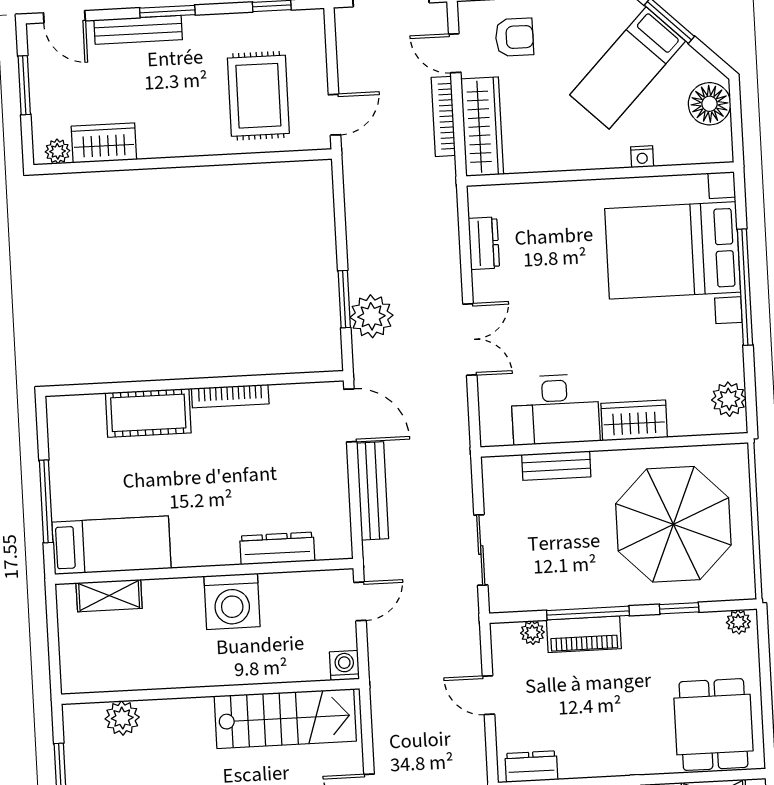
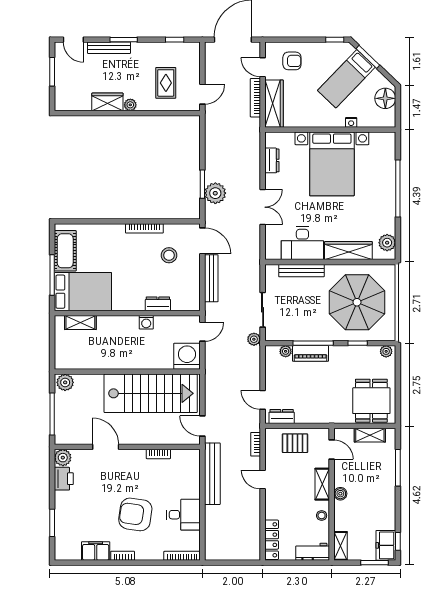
rug: (258, 96) -> (166, 83), width x0.73, depth x0.70
wardrobe: (104, 143) -> (107, 102), moved
plant: (58, 151) -> (130, 105), moved
bed with nightstands: (673, 250) -> (332, 164), moved, turned -90
cot: (148, 413) -> (65, 251), moved, turned 90
wardrobe: (634, 420) -> (348, 251), width x1.50
stool: (283, 448) -> (169, 255), added
bench: (556, 466) -> (301, 271), width x1.36
bed: (111, 545) -> (83, 292), width x1.50
dresser: (277, 548) -> (158, 304), width x0.70
washing machine: (232, 601) -> (146, 322), width x0.53, depth x0.53
plant: (466, 611) -> (254, 339), added
washing machine: (344, 665) -> (187, 356), width x1.89, depth x1.89
door: (488, 695) -> (263, 400), moved
plant: (122, 718) -> (65, 382), moved
stairs: (285, 719) -> (151, 393), width x1.36, depth x1.51

